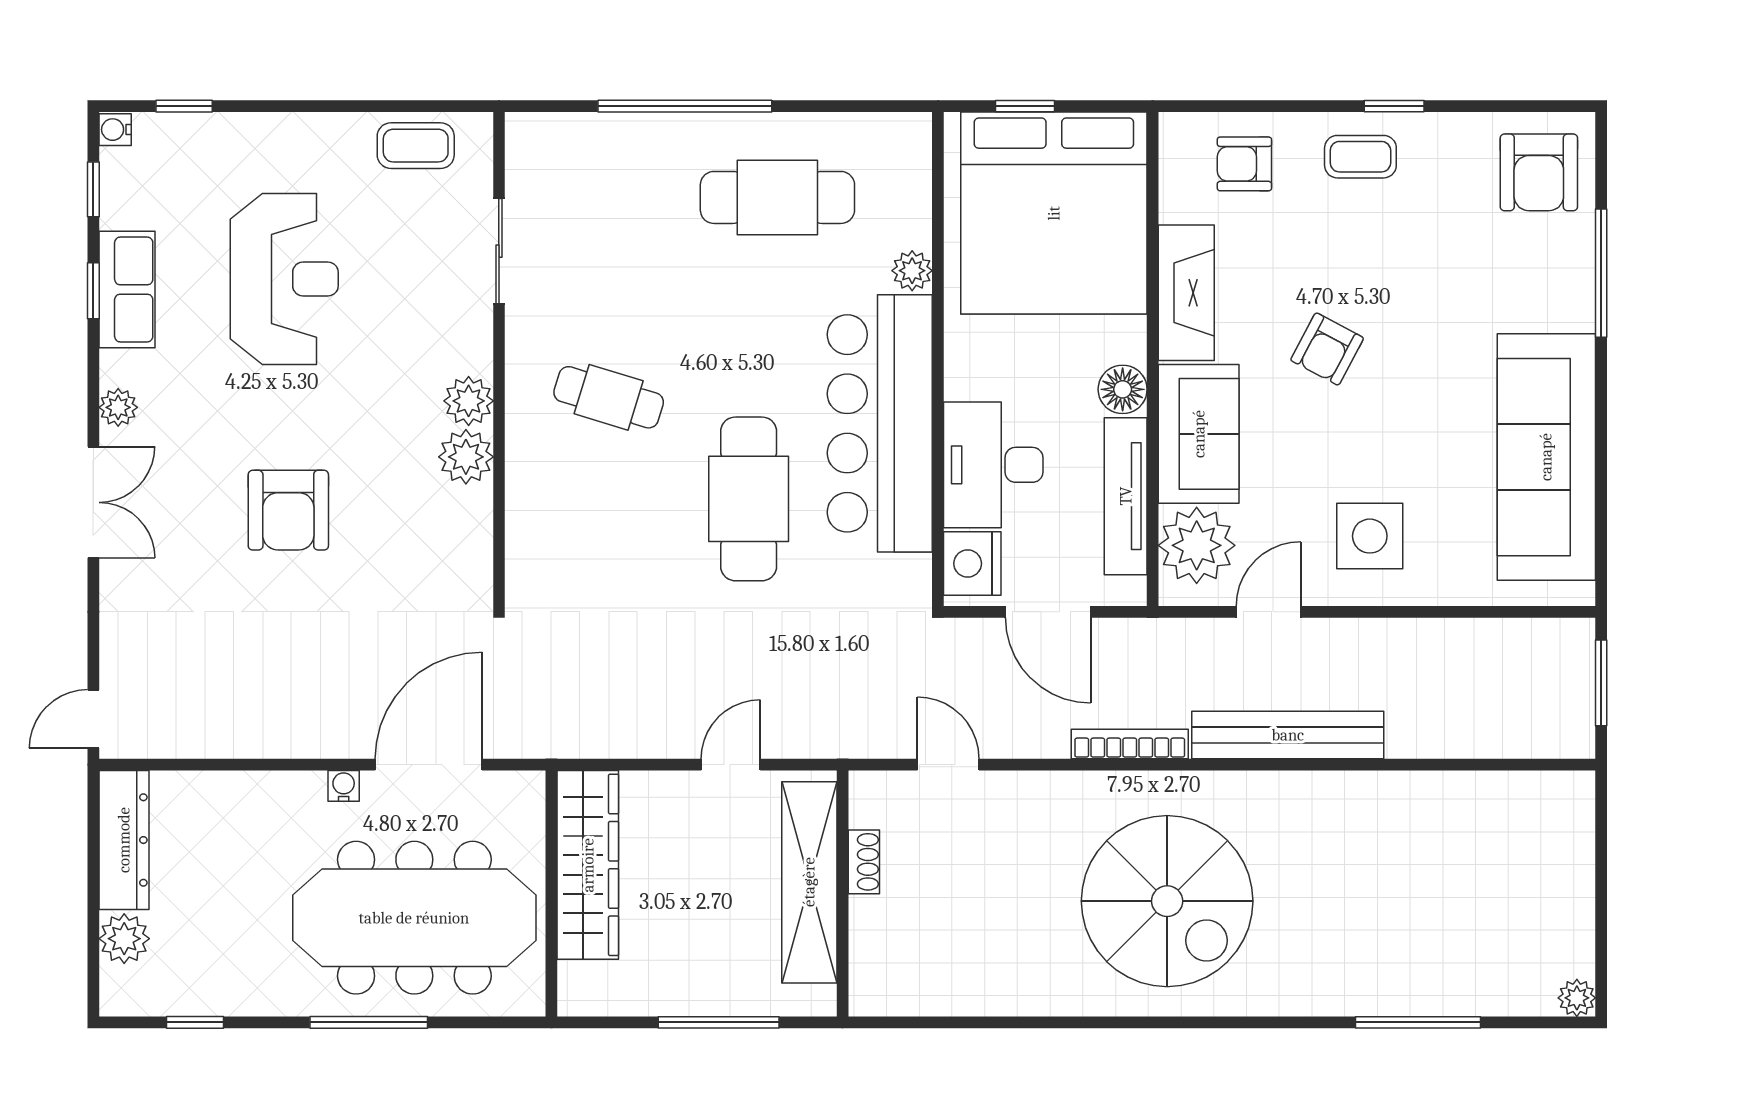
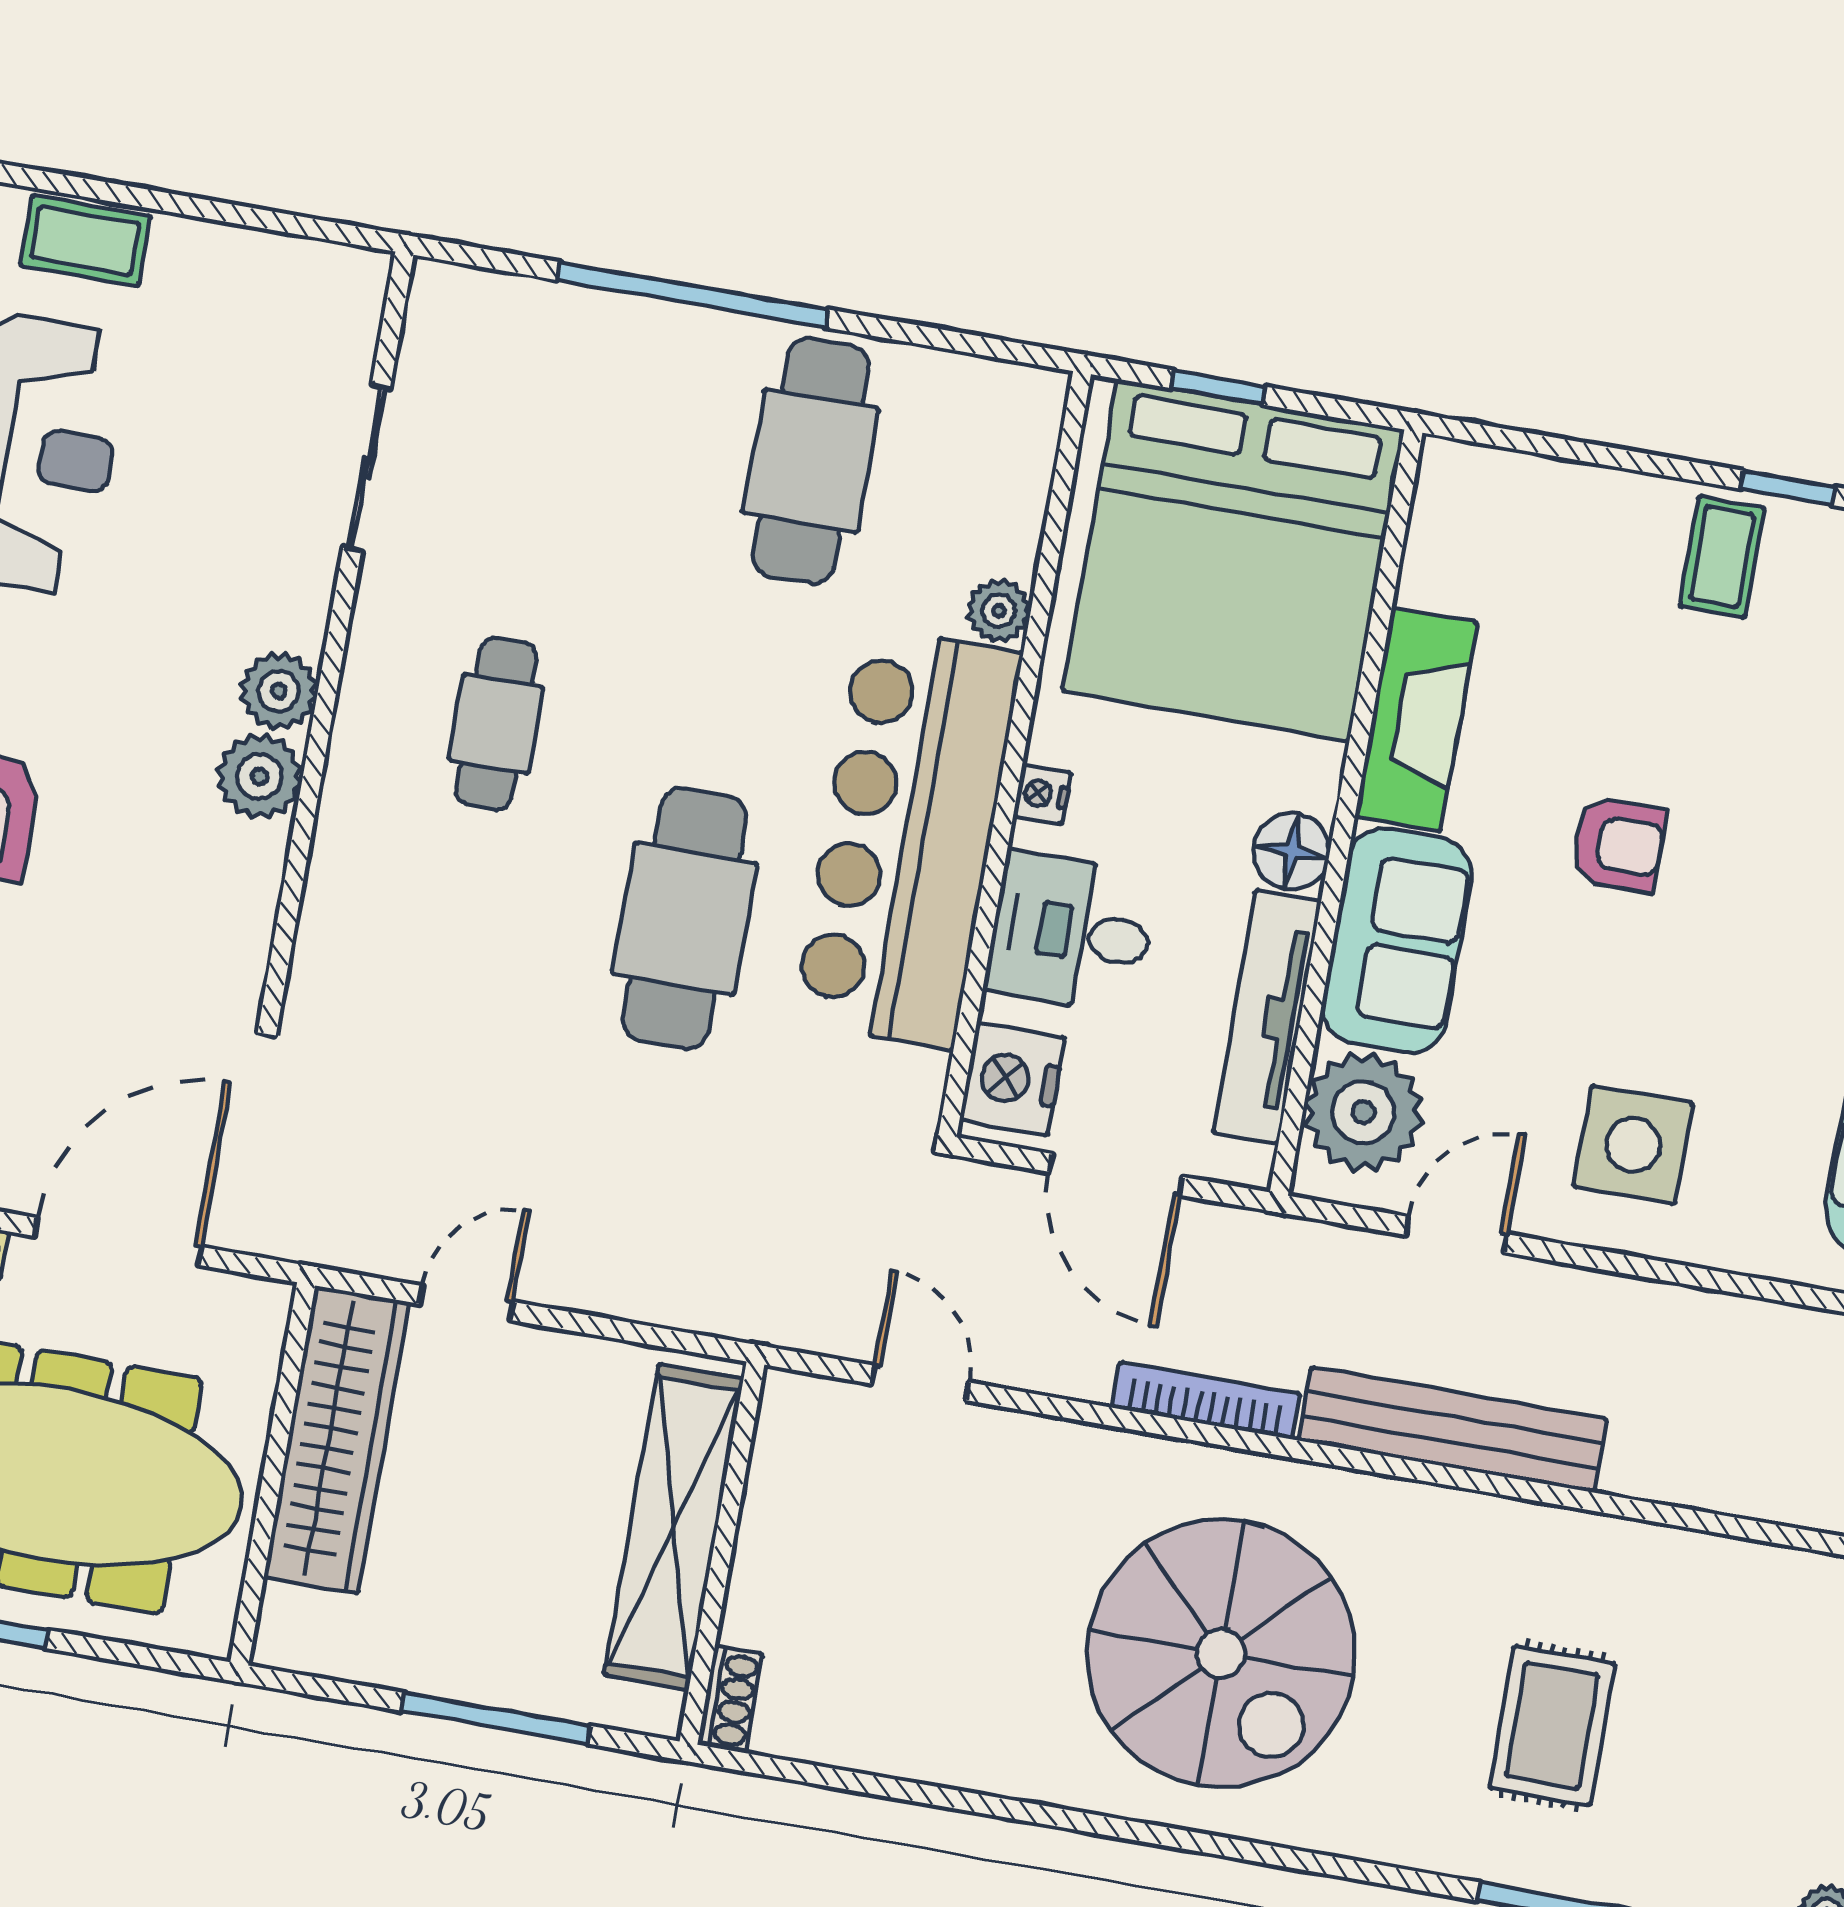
coffee table: (416, 146) -> (85, 241), moved
coffee table: (1360, 157) -> (1722, 557), turned 90
armchair: (1244, 164) -> (1541, 536), removed
cafe table: (777, 197) -> (811, 461), turned 90
armchair: (1327, 349) -> (1618, 845), turned -118
nightstand: (960, 381) -> (1042, 794), added
cafe table: (609, 397) -> (496, 723), turned 73
desk: (993, 465) -> (1071, 932), width x0.73
door: (731, 765) -> (466, 1303), moved
shoe rack: (864, 862) -> (730, 1699), moved
rug: (1383, 910) -> (1552, 1726), added

